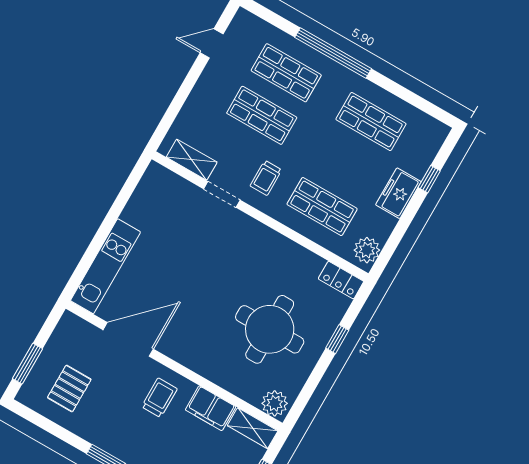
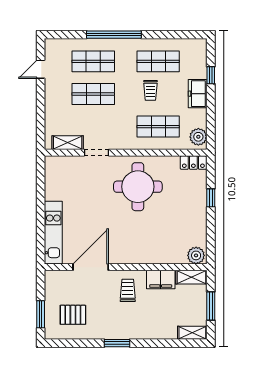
trolley: (266, 178) -> (150, 90), moved
round table: (270, 329) -> (138, 187), moved
pallet: (69, 388) -> (73, 315), turned 90

